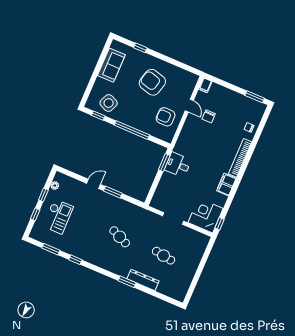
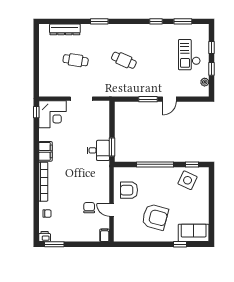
sofa: (111, 65) -> (194, 233), moved, turned 90
printer: (260, 108) -> (45, 236), added
armchair: (166, 117) -> (129, 190), turned 180
dresser: (143, 280) -> (65, 29), moved

